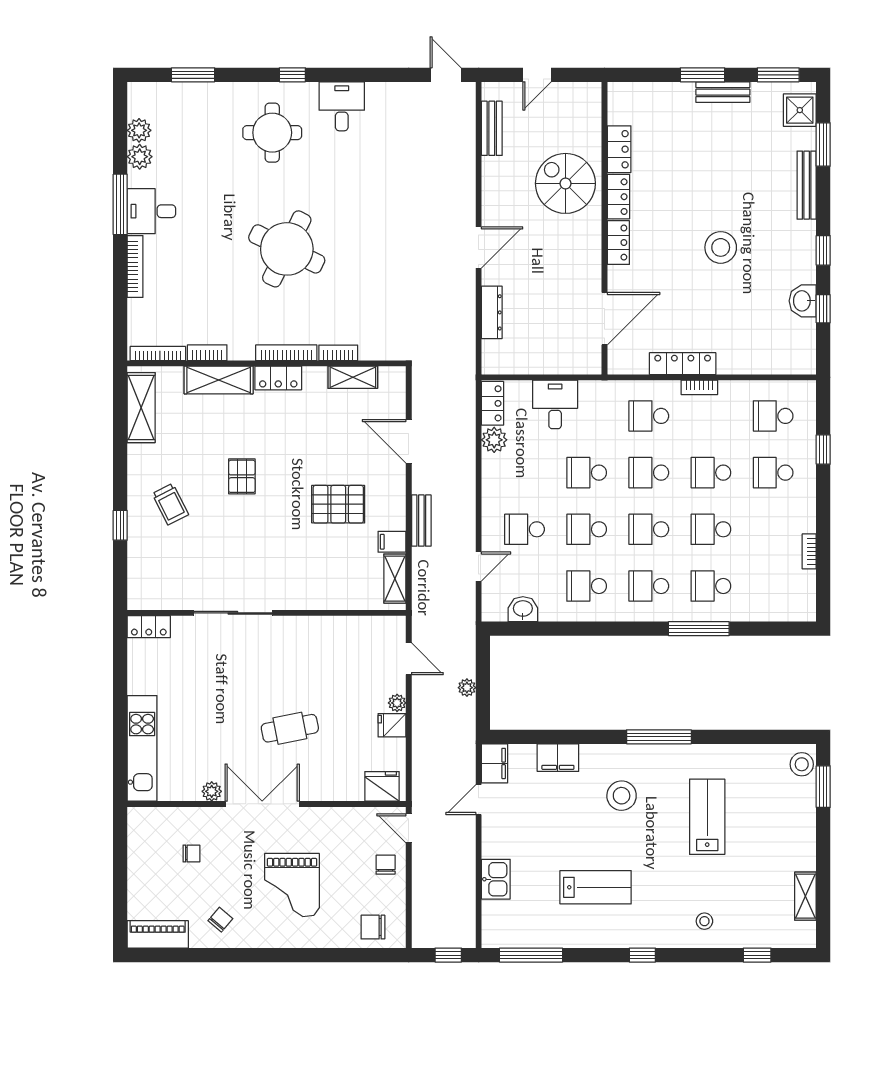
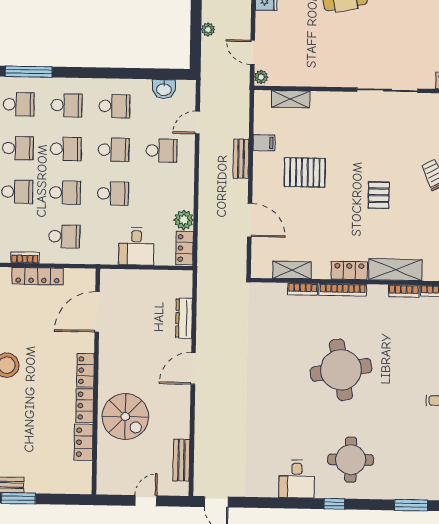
round table: (287, 249) -> (341, 370), turned -36
shelving: (395, 579) -> (291, 99), moved, turned 90
plant: (397, 703) -> (261, 77), moved

